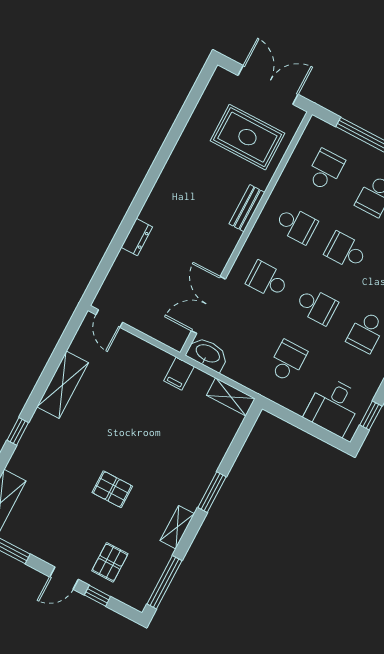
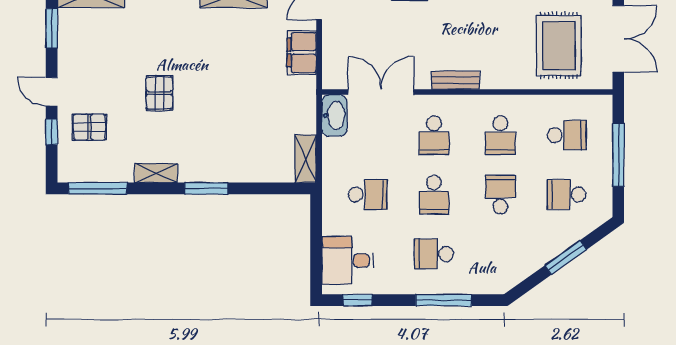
bench: (247, 208) -> (456, 80), moved
school desk: (267, 280) -> (434, 135), turned 180
filing cabinet: (179, 374) -> (302, 53), moved, width x2.00

